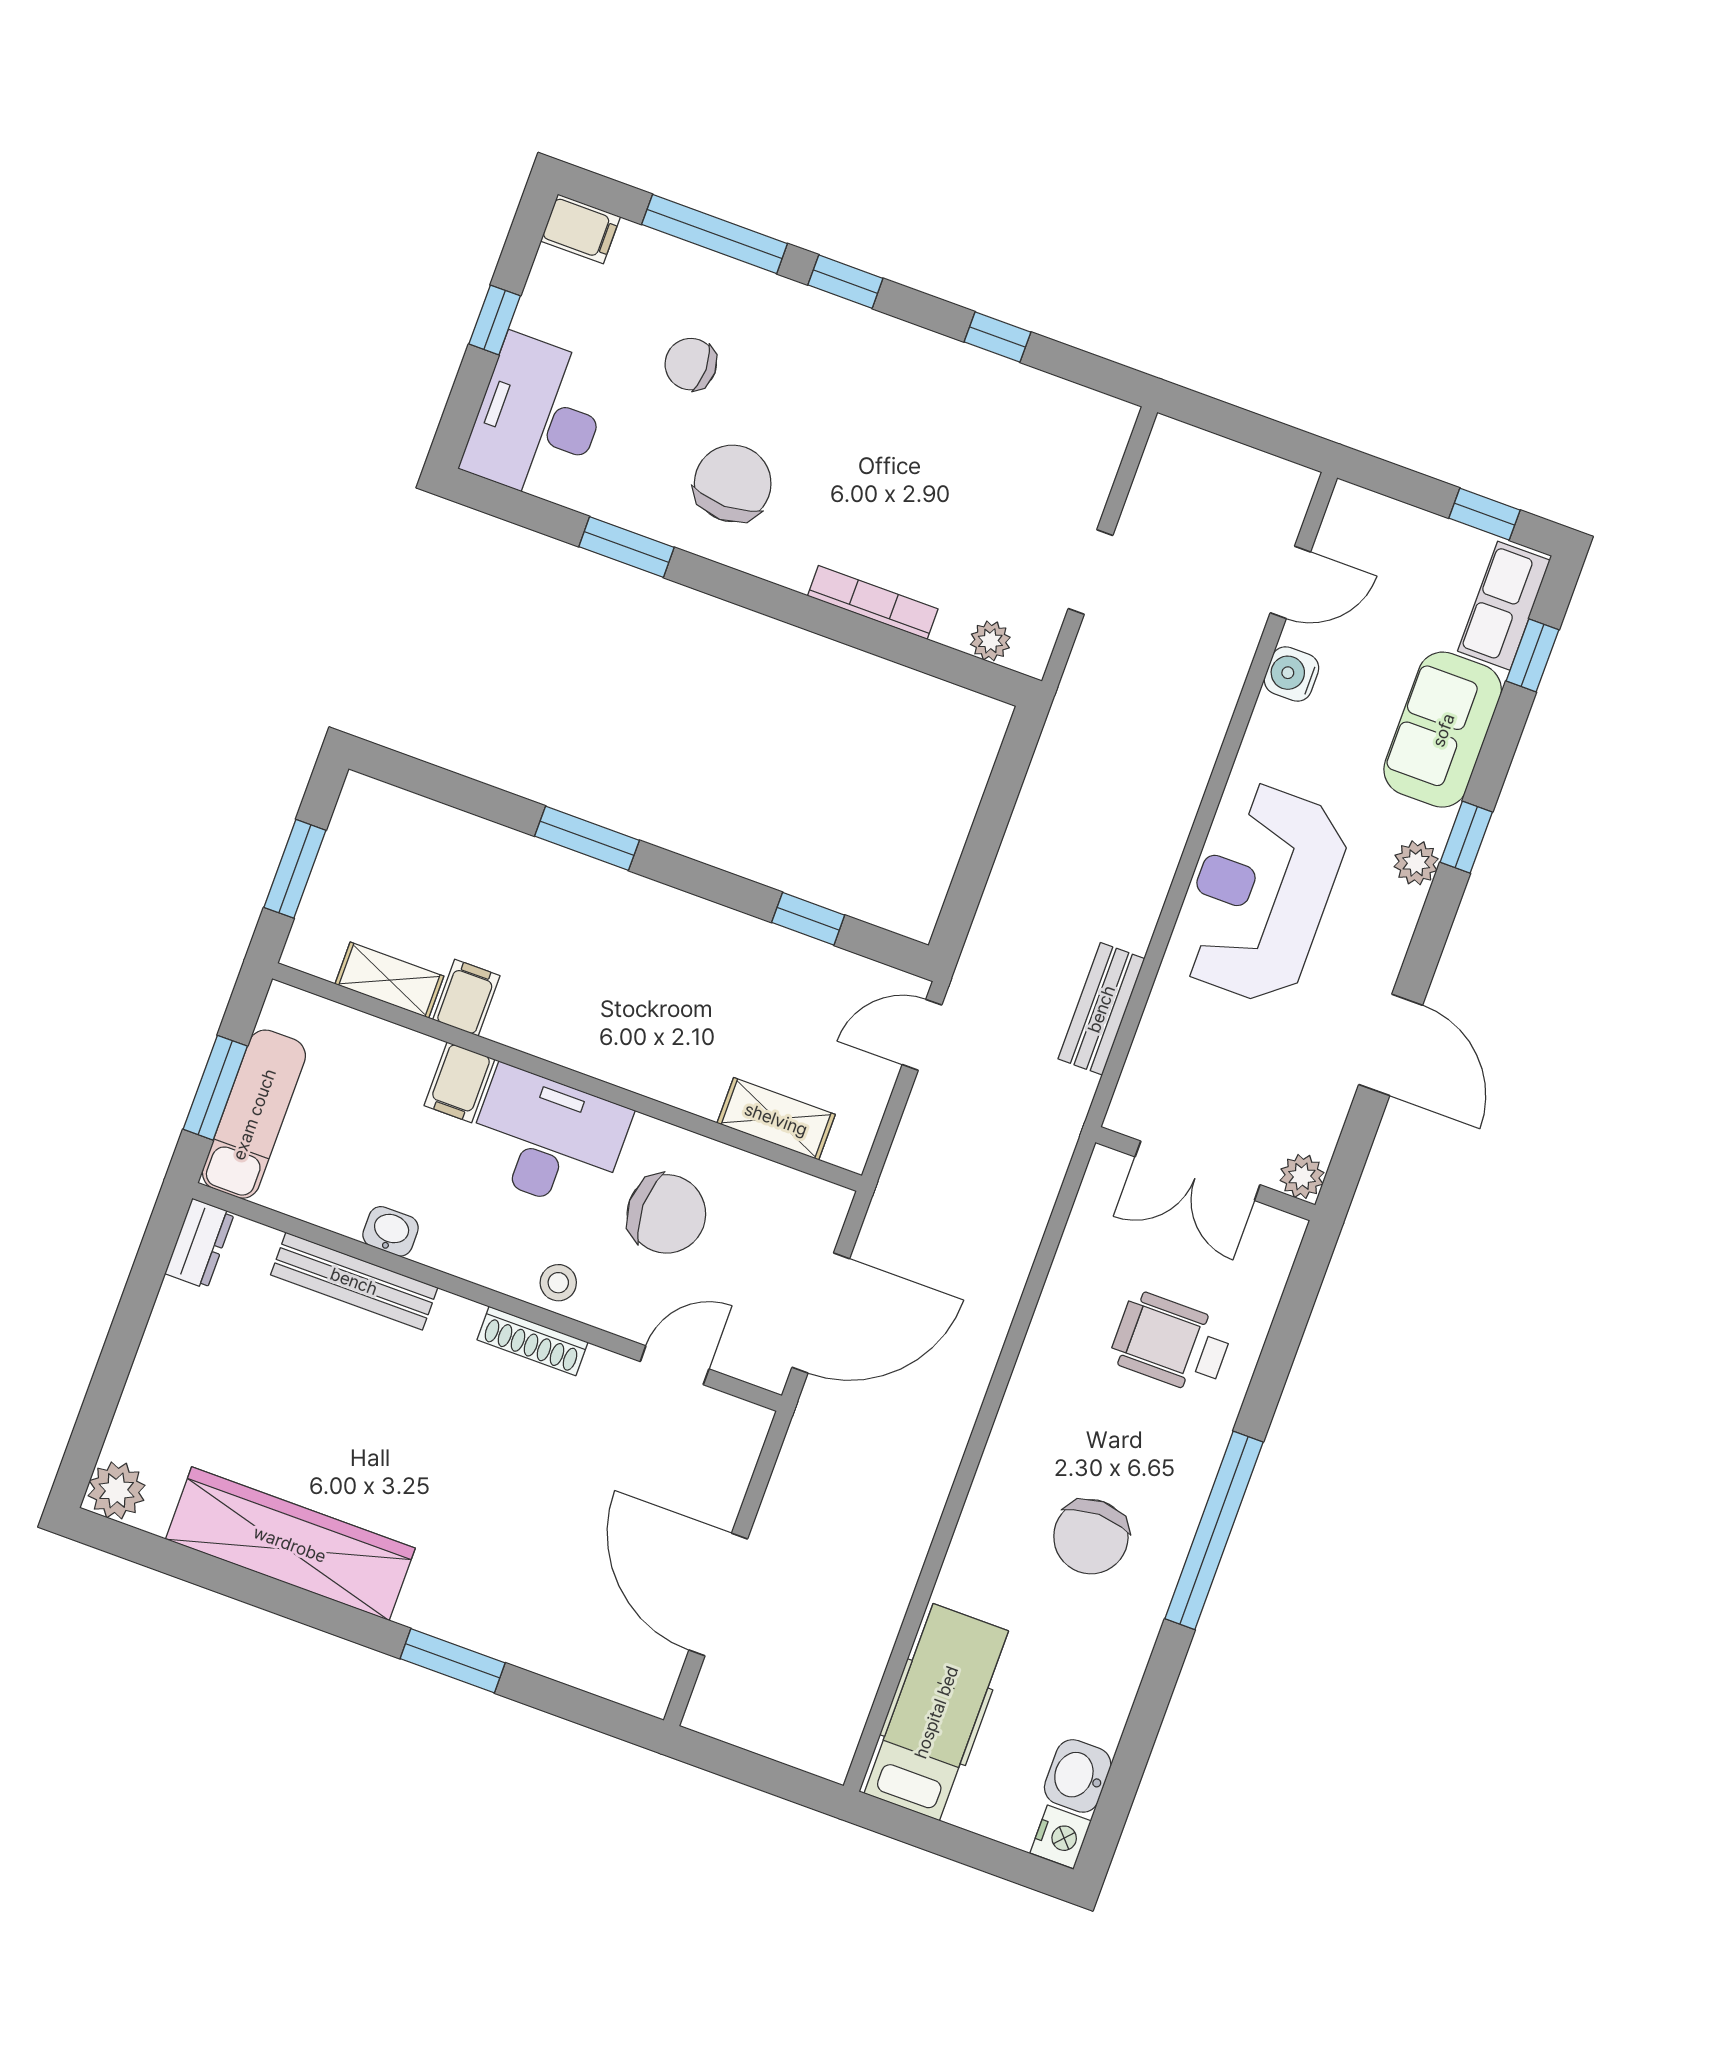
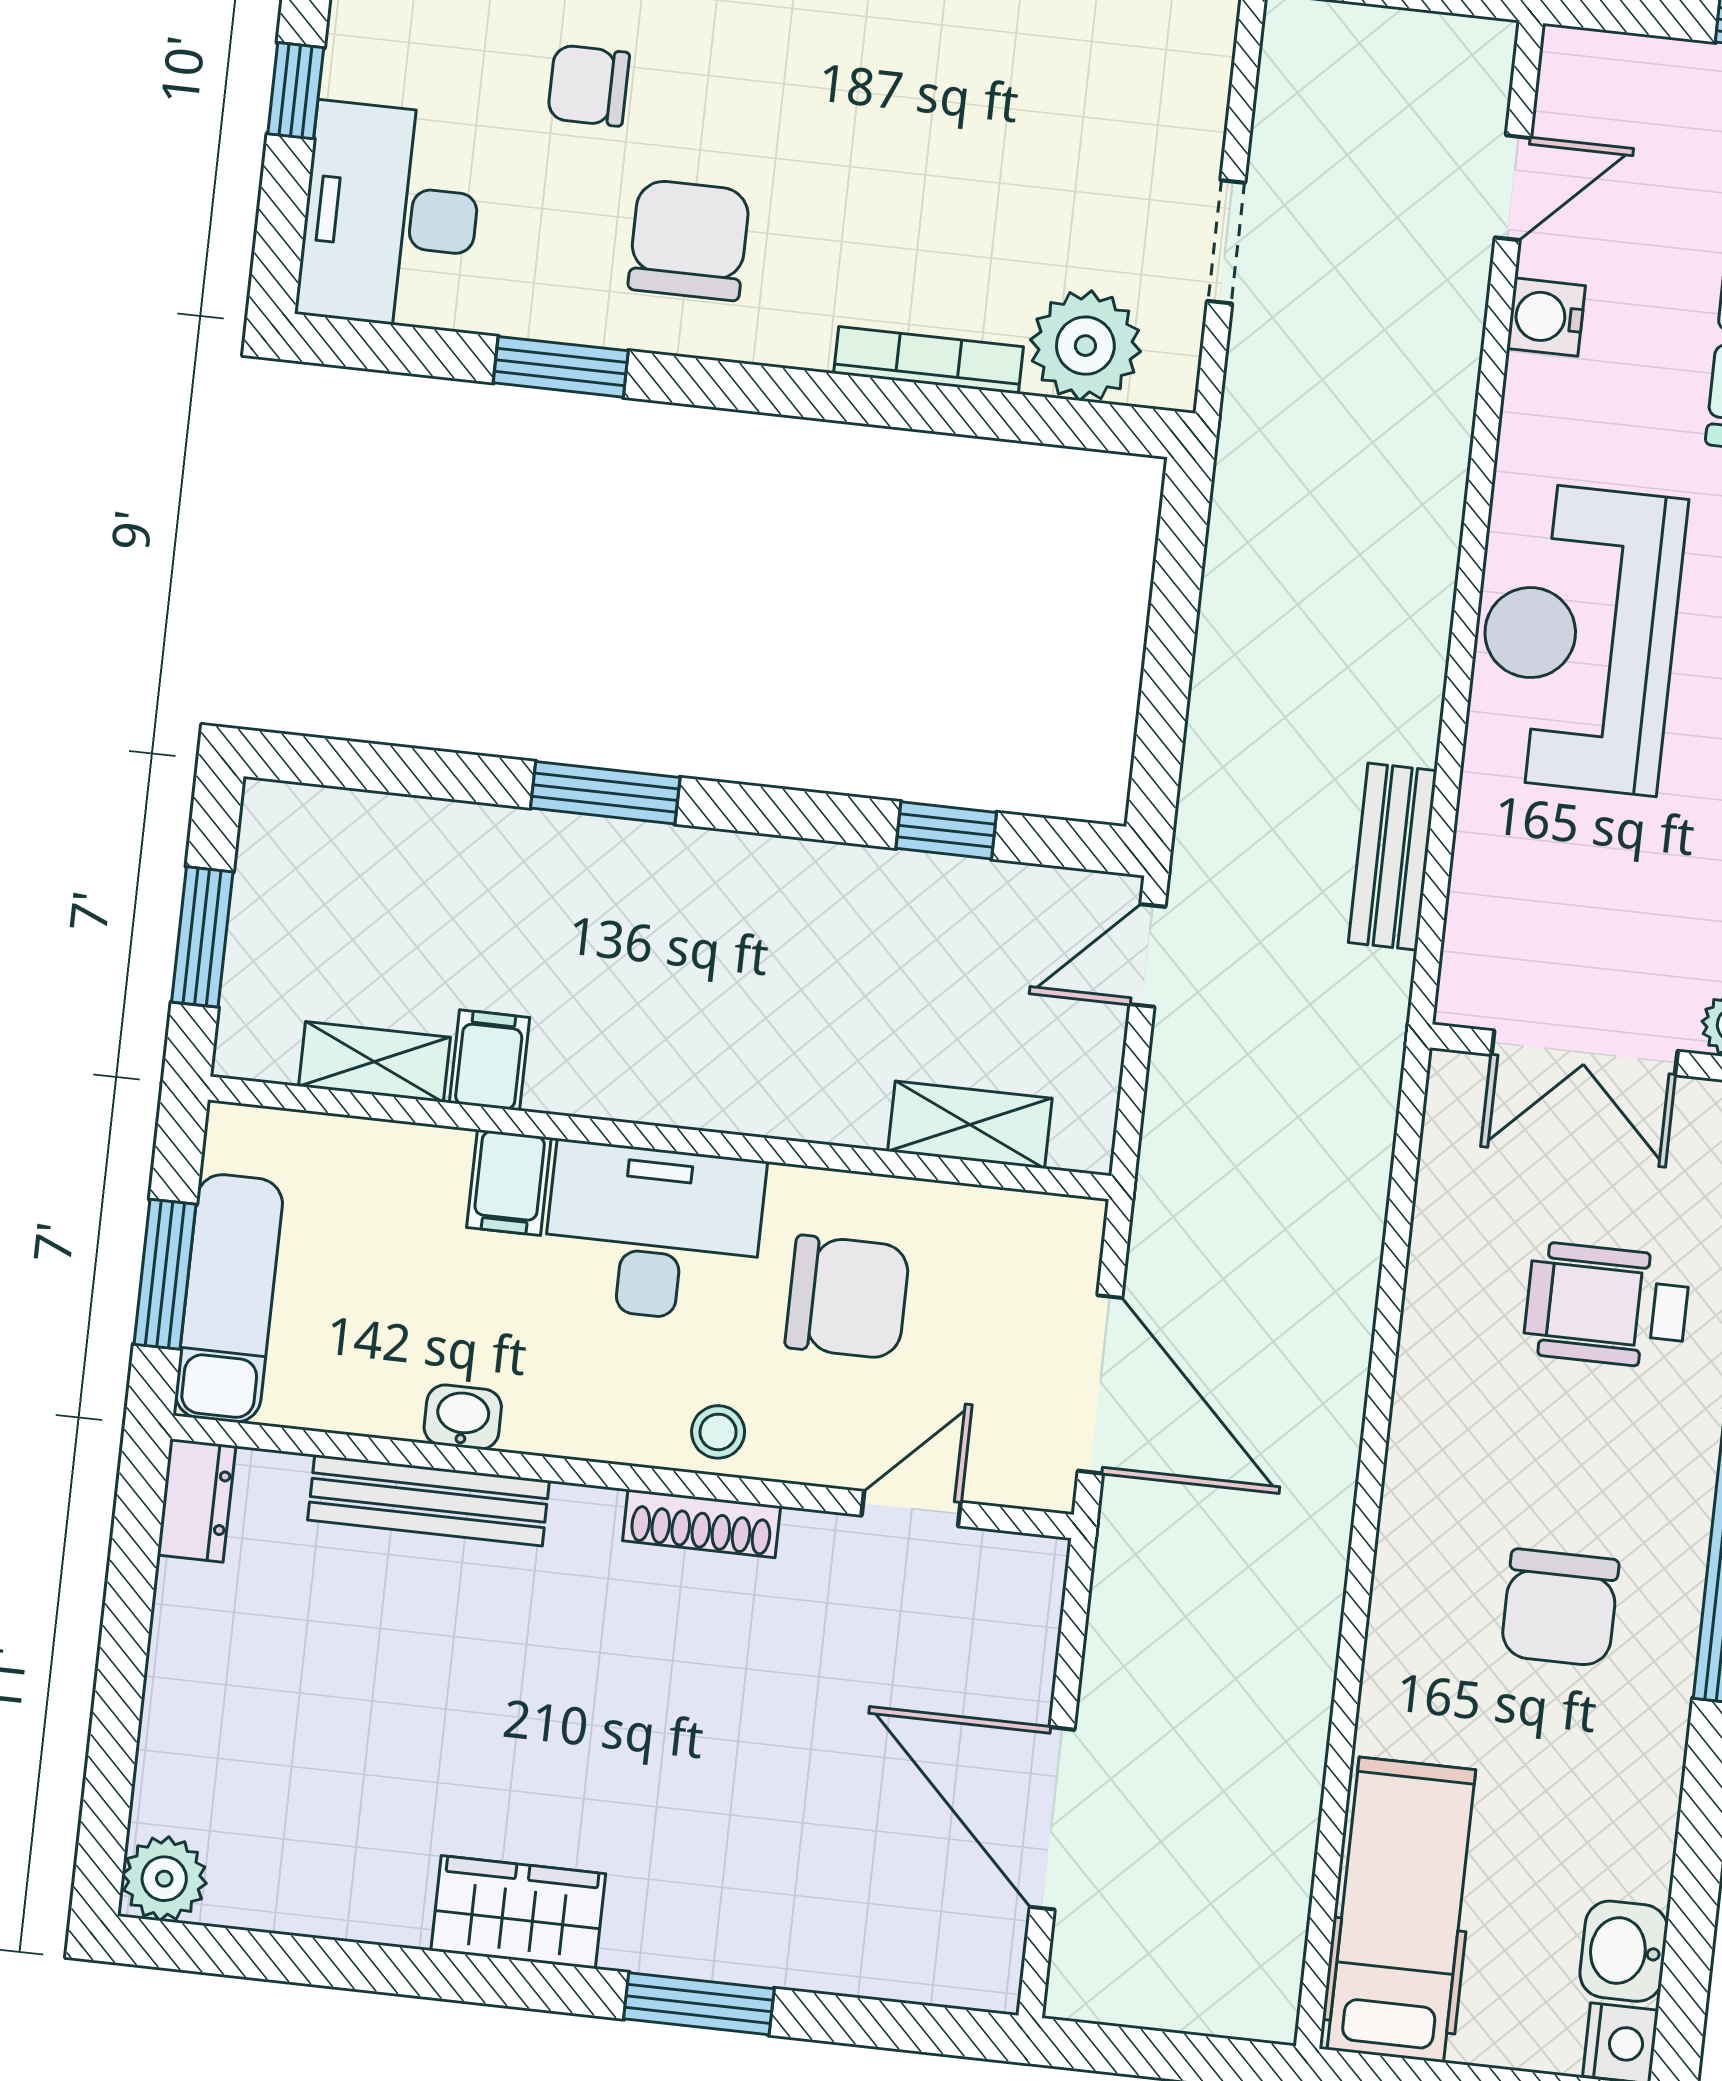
plant: (990, 641) -> (1085, 346), width x1.87, depth x1.87
door: (821, 1313) -> (1100, 1384), hinge flipped
wardrobe: (290, 1544) -> (518, 1912), width x0.48, depth x0.85

